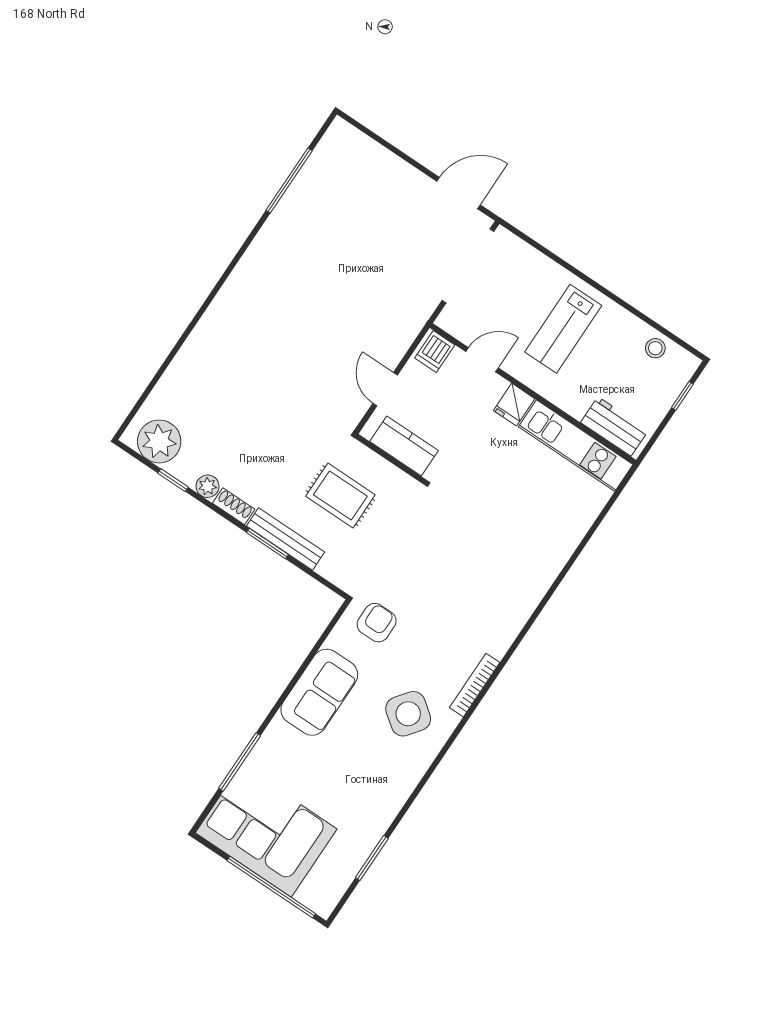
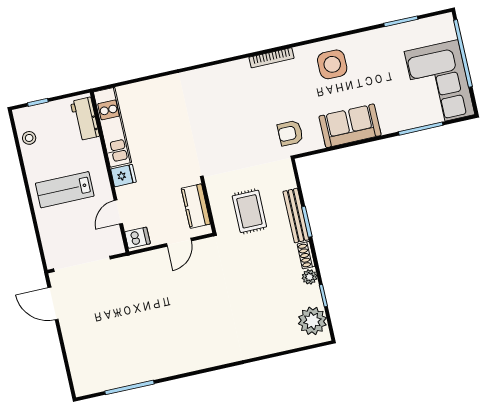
lab bench: (563, 329) -> (65, 190), turned 180
door: (482, 360) -> (118, 212), hinge flipped
side table: (408, 714) -> (332, 64), moved, turned -37

